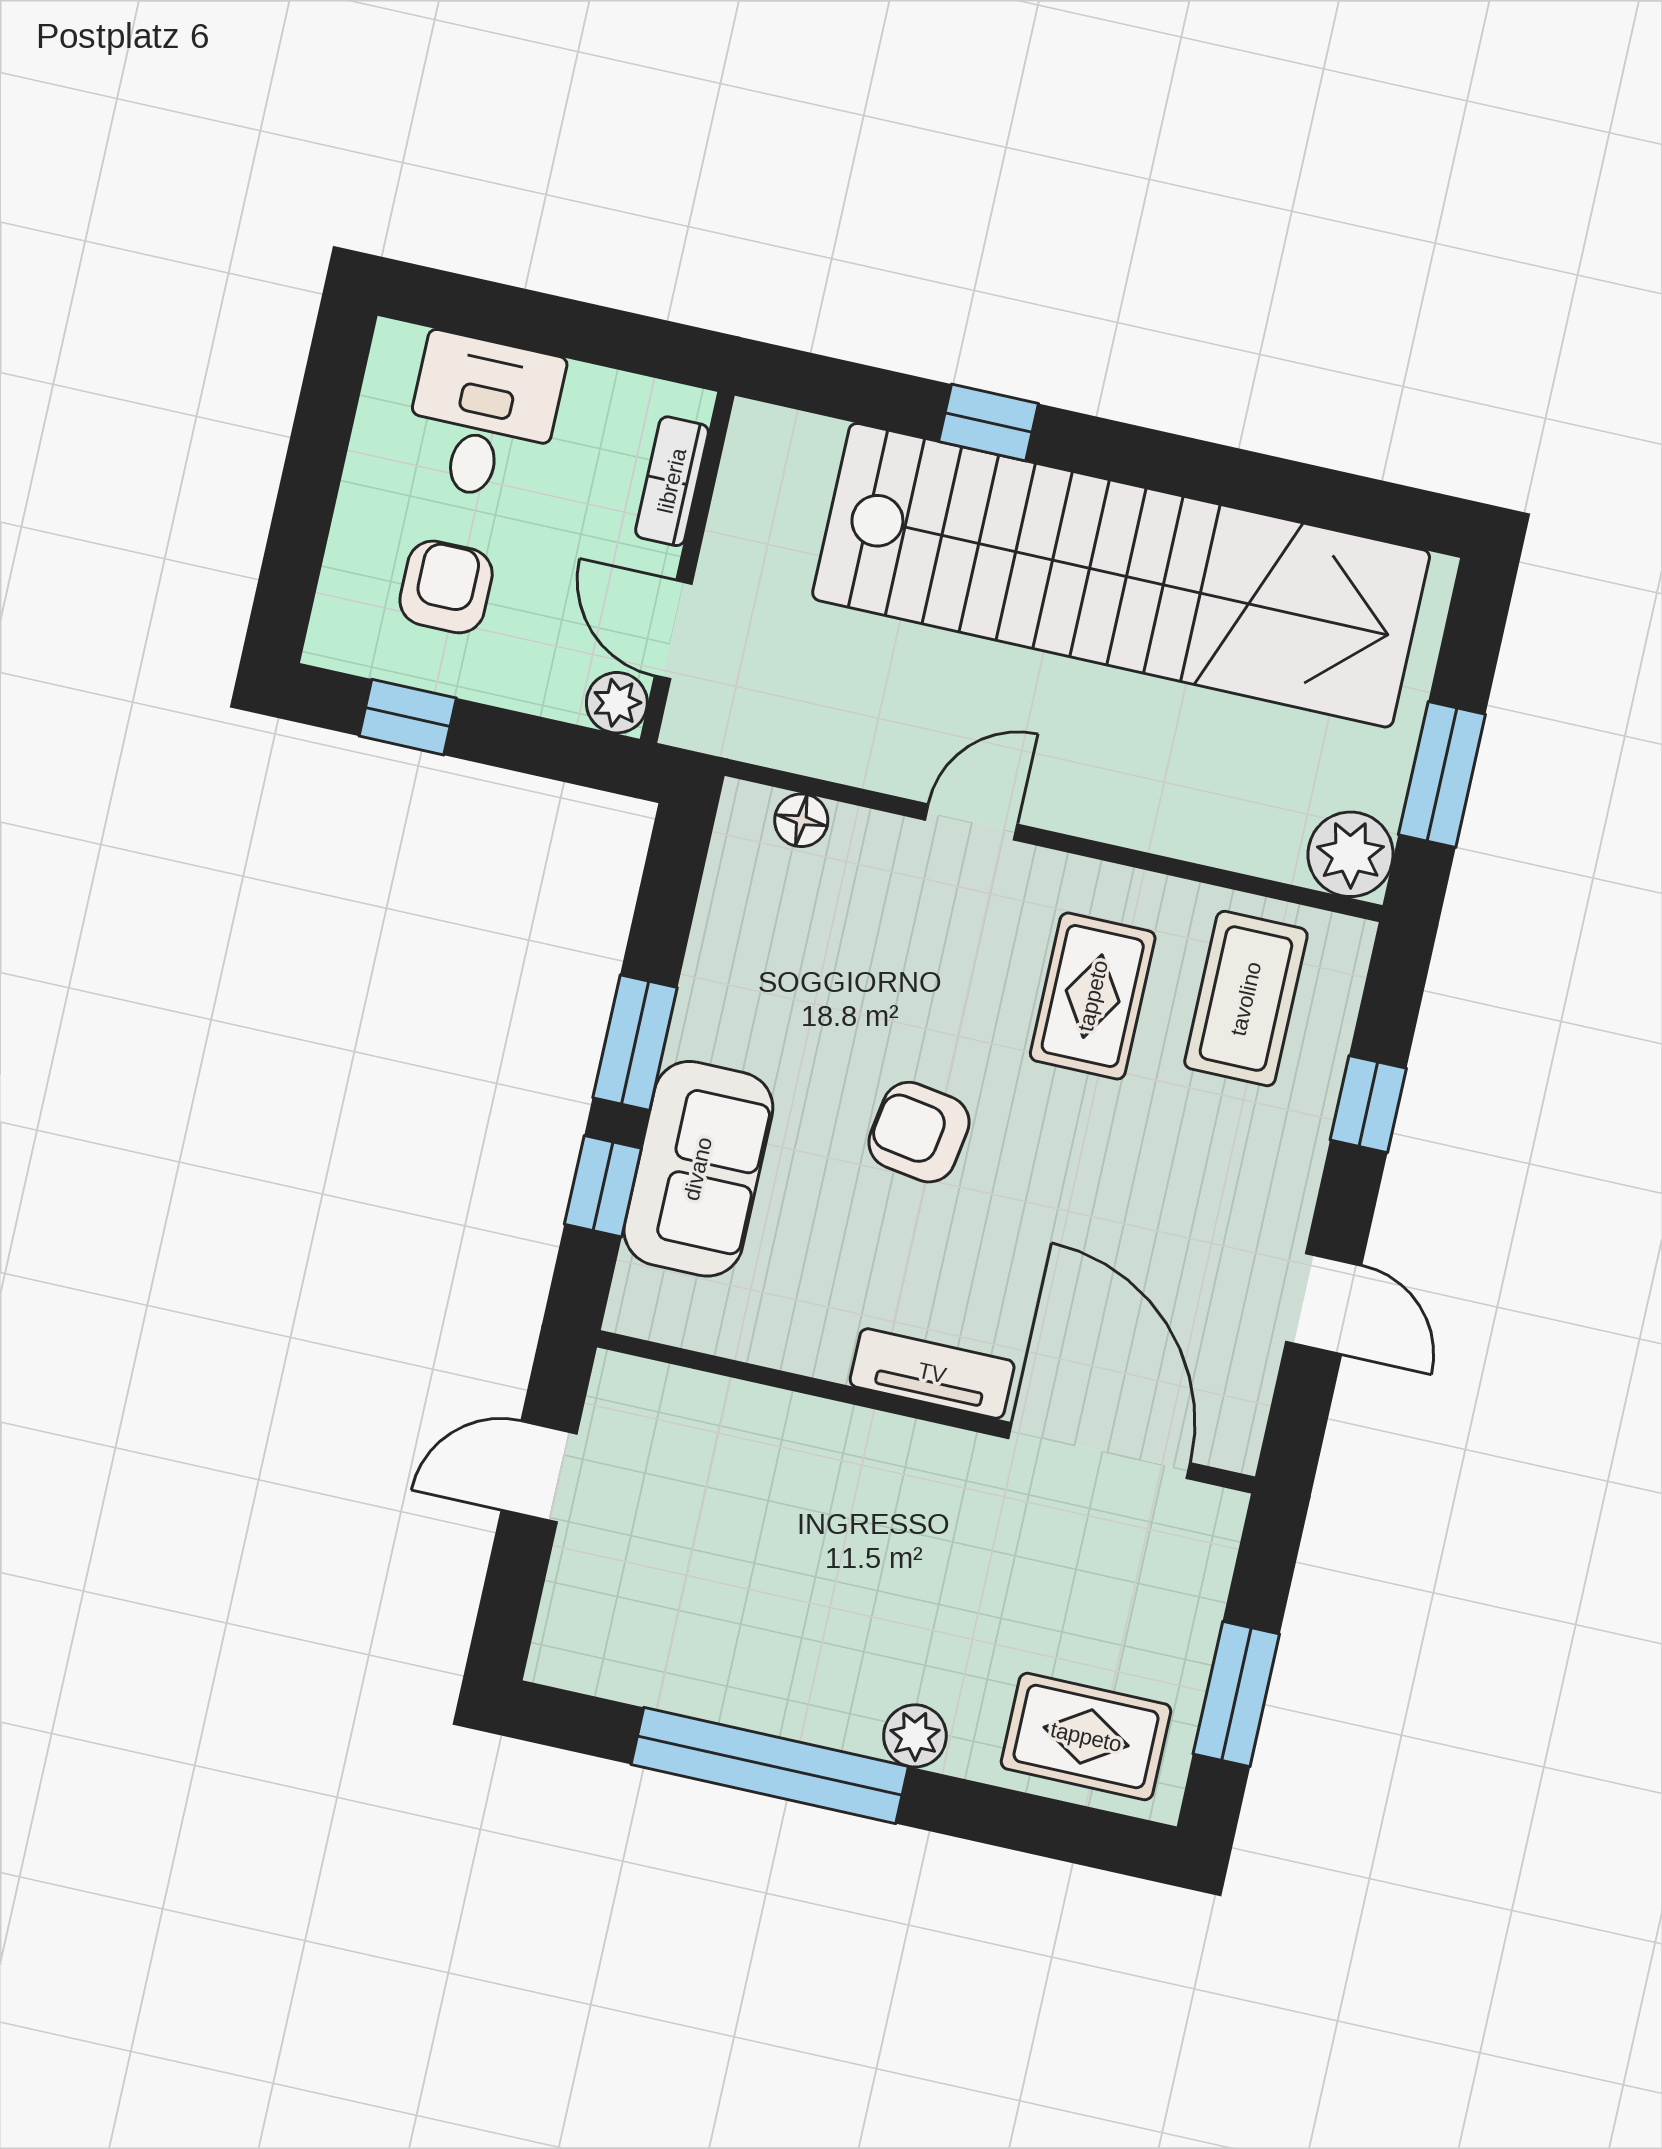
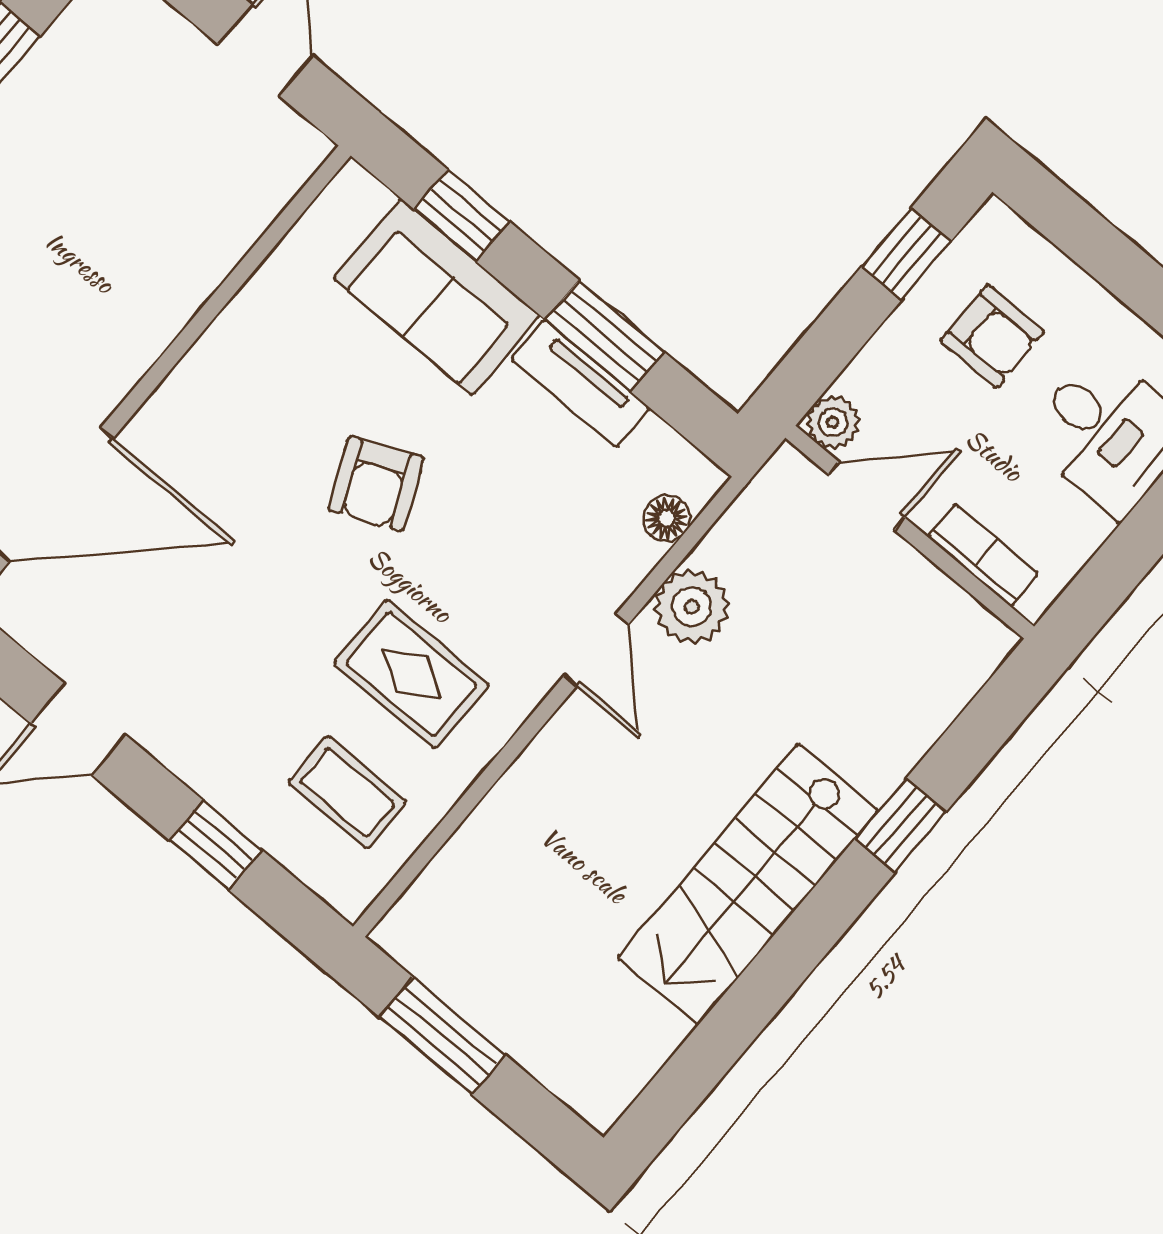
stairs: (1121, 575) -> (748, 884), width x0.54, depth x0.66
plant: (1351, 854) -> (691, 607), moved
coffee table: (1246, 999) -> (347, 792), width x0.73, depth x0.77
window: (635, 1043) -> (605, 336), moved
armchair: (919, 1132) -> (376, 484), turned 147
tv unit: (932, 1373) -> (580, 383), moved, turned 90

